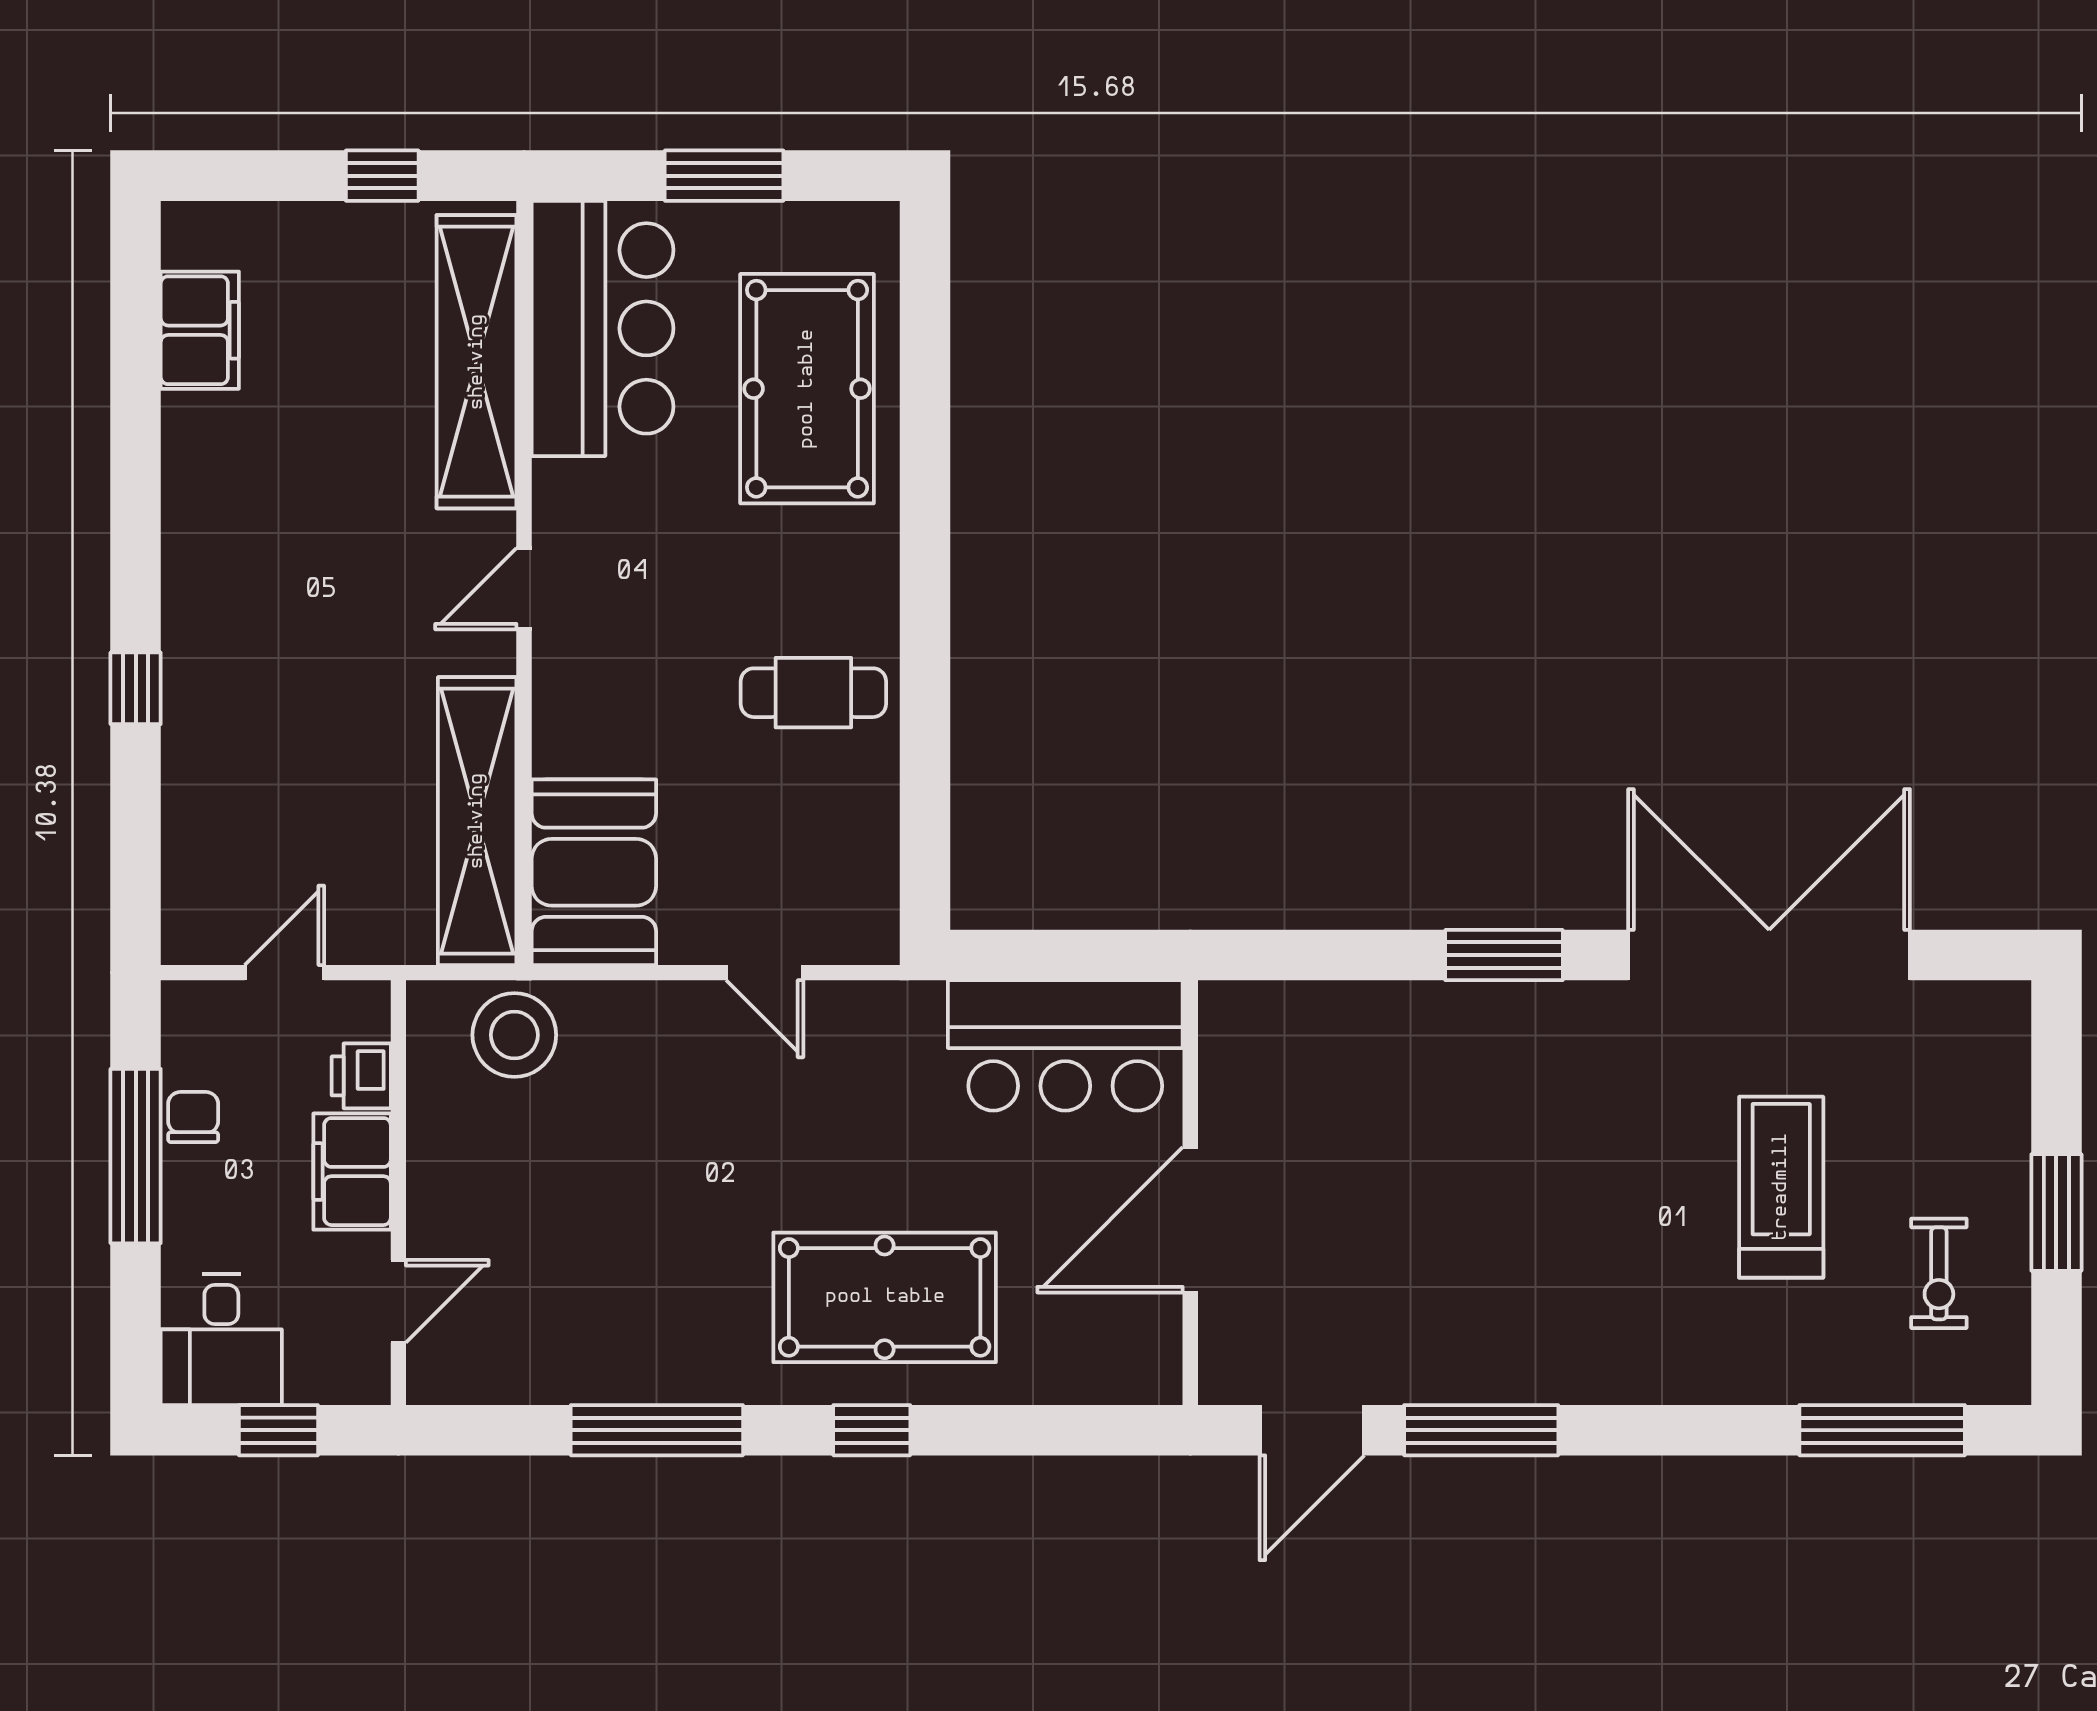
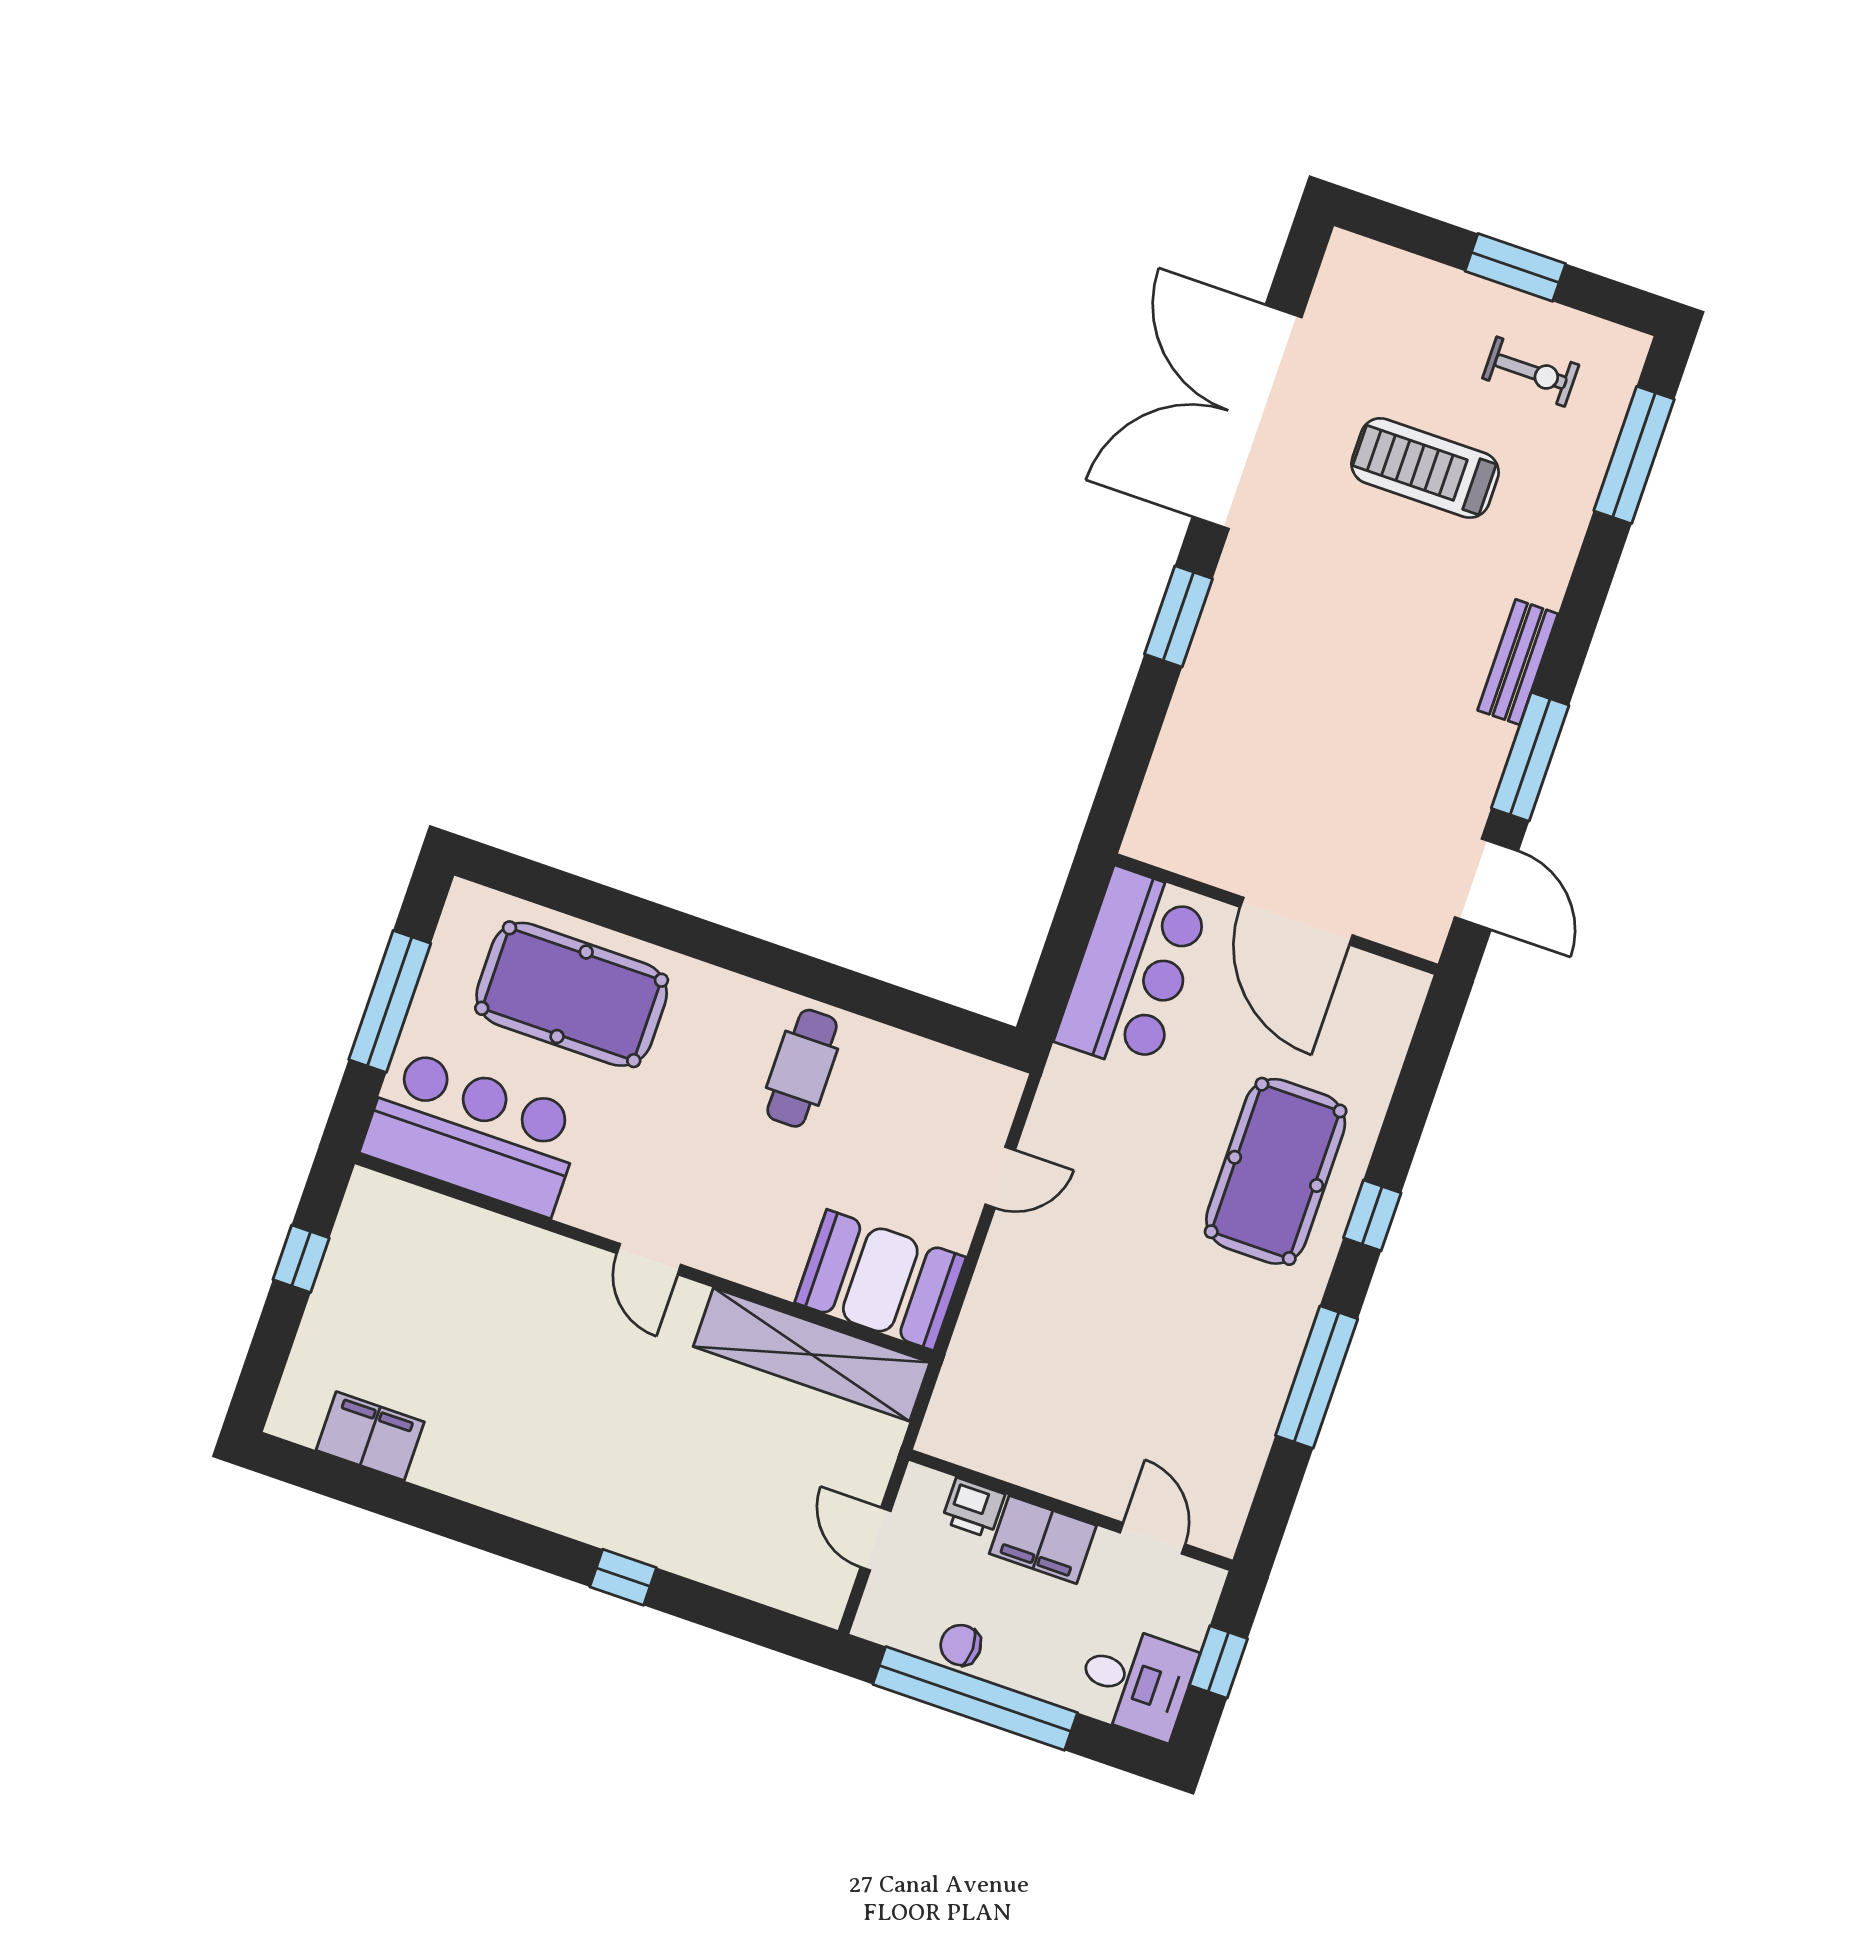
window: (724, 176) -> (390, 1001), width x1.44
shelving: (477, 362) -> (466, 1236), removed
stool: (514, 1035) -> (982, 1382), removed
window: (136, 1156) -> (975, 1698), width x1.46
bench: (1589, 1377) -> (1518, 662), added

